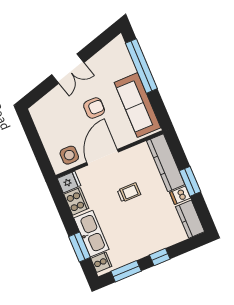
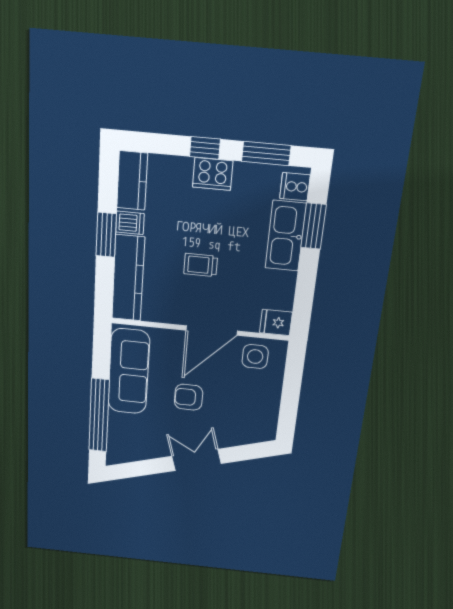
cooker: (76, 201) -> (213, 174), moved, turned -90

